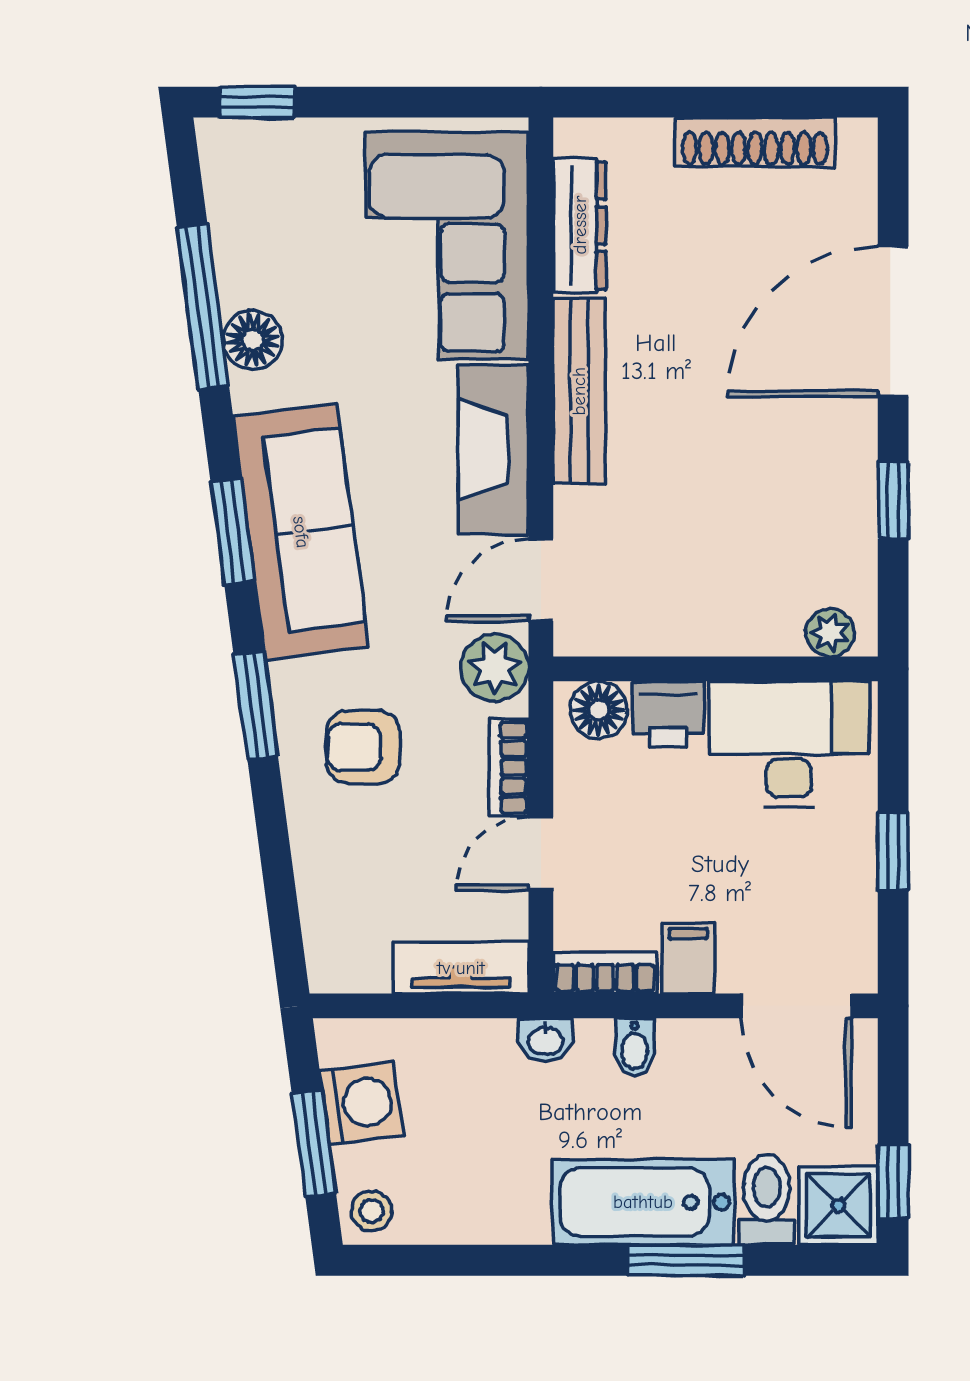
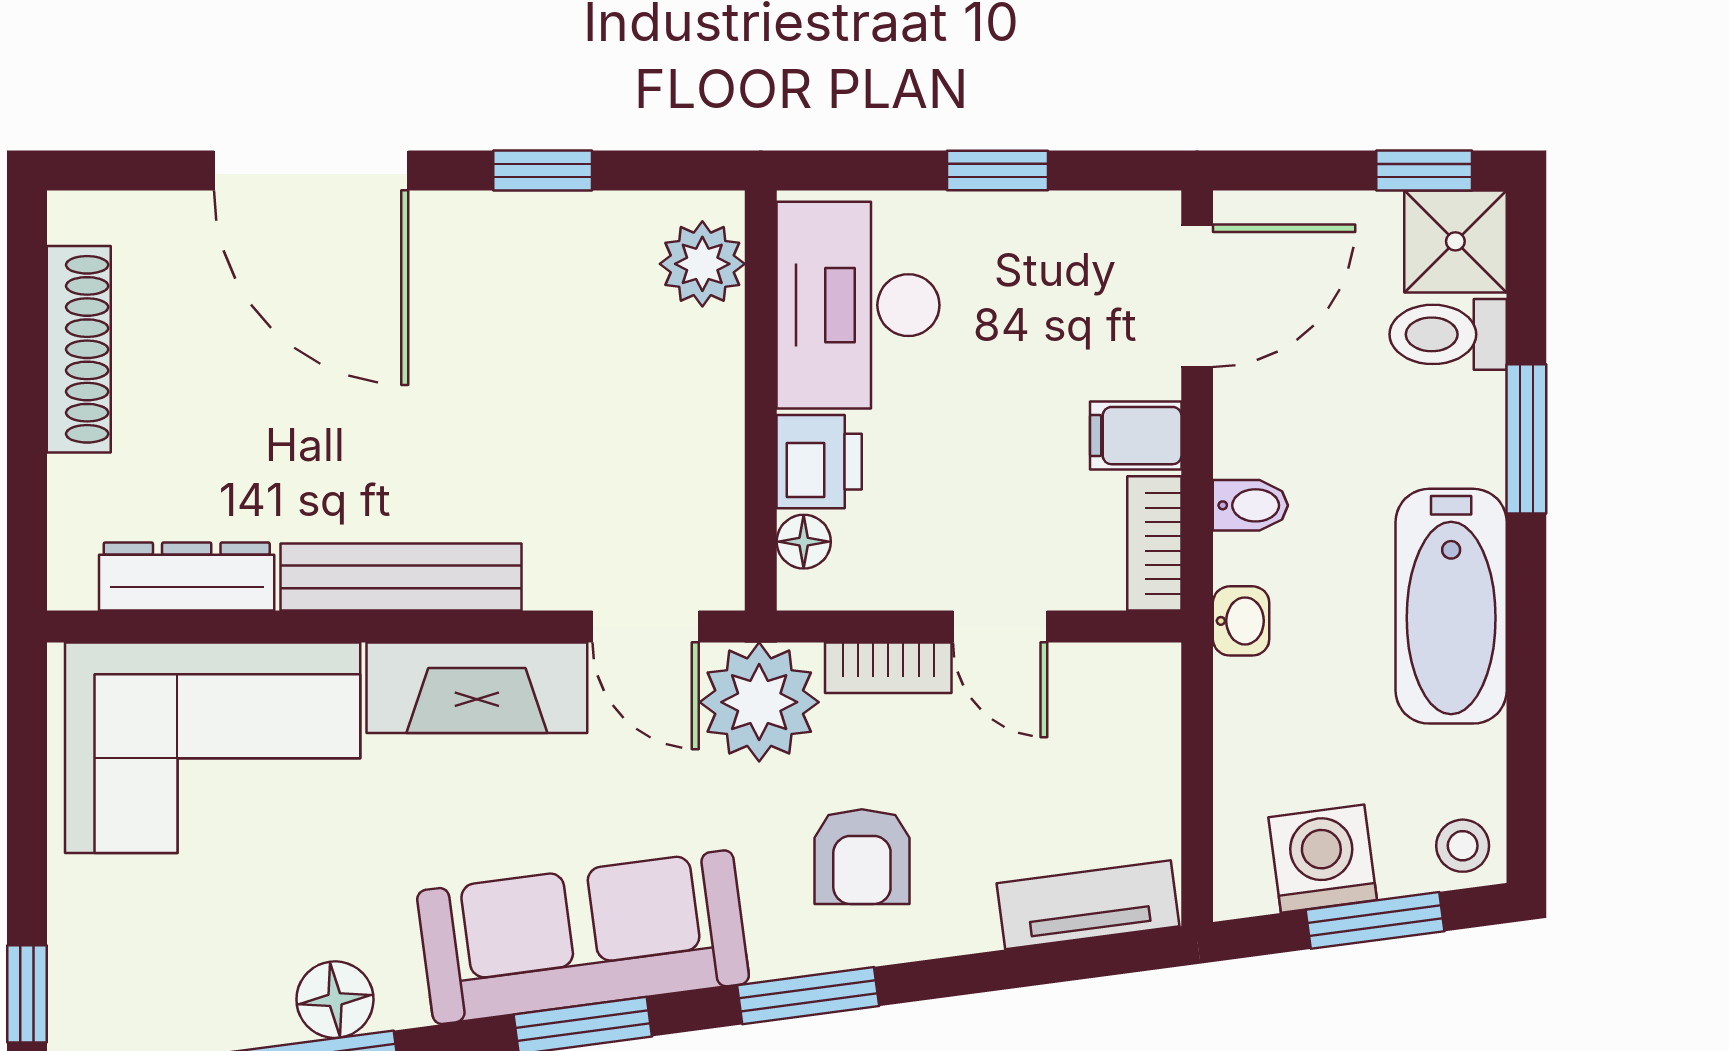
plant: (830, 633) -> (702, 264), width x1.38, depth x1.38
plant: (495, 668) -> (759, 702), width x1.36, depth x1.36
floor lamp: (599, 710) -> (804, 542), width x0.73, depth x0.73
tv unit: (461, 968) -> (1088, 905), moved, turned 82
bathtub: (643, 1202) -> (1451, 606), moved

